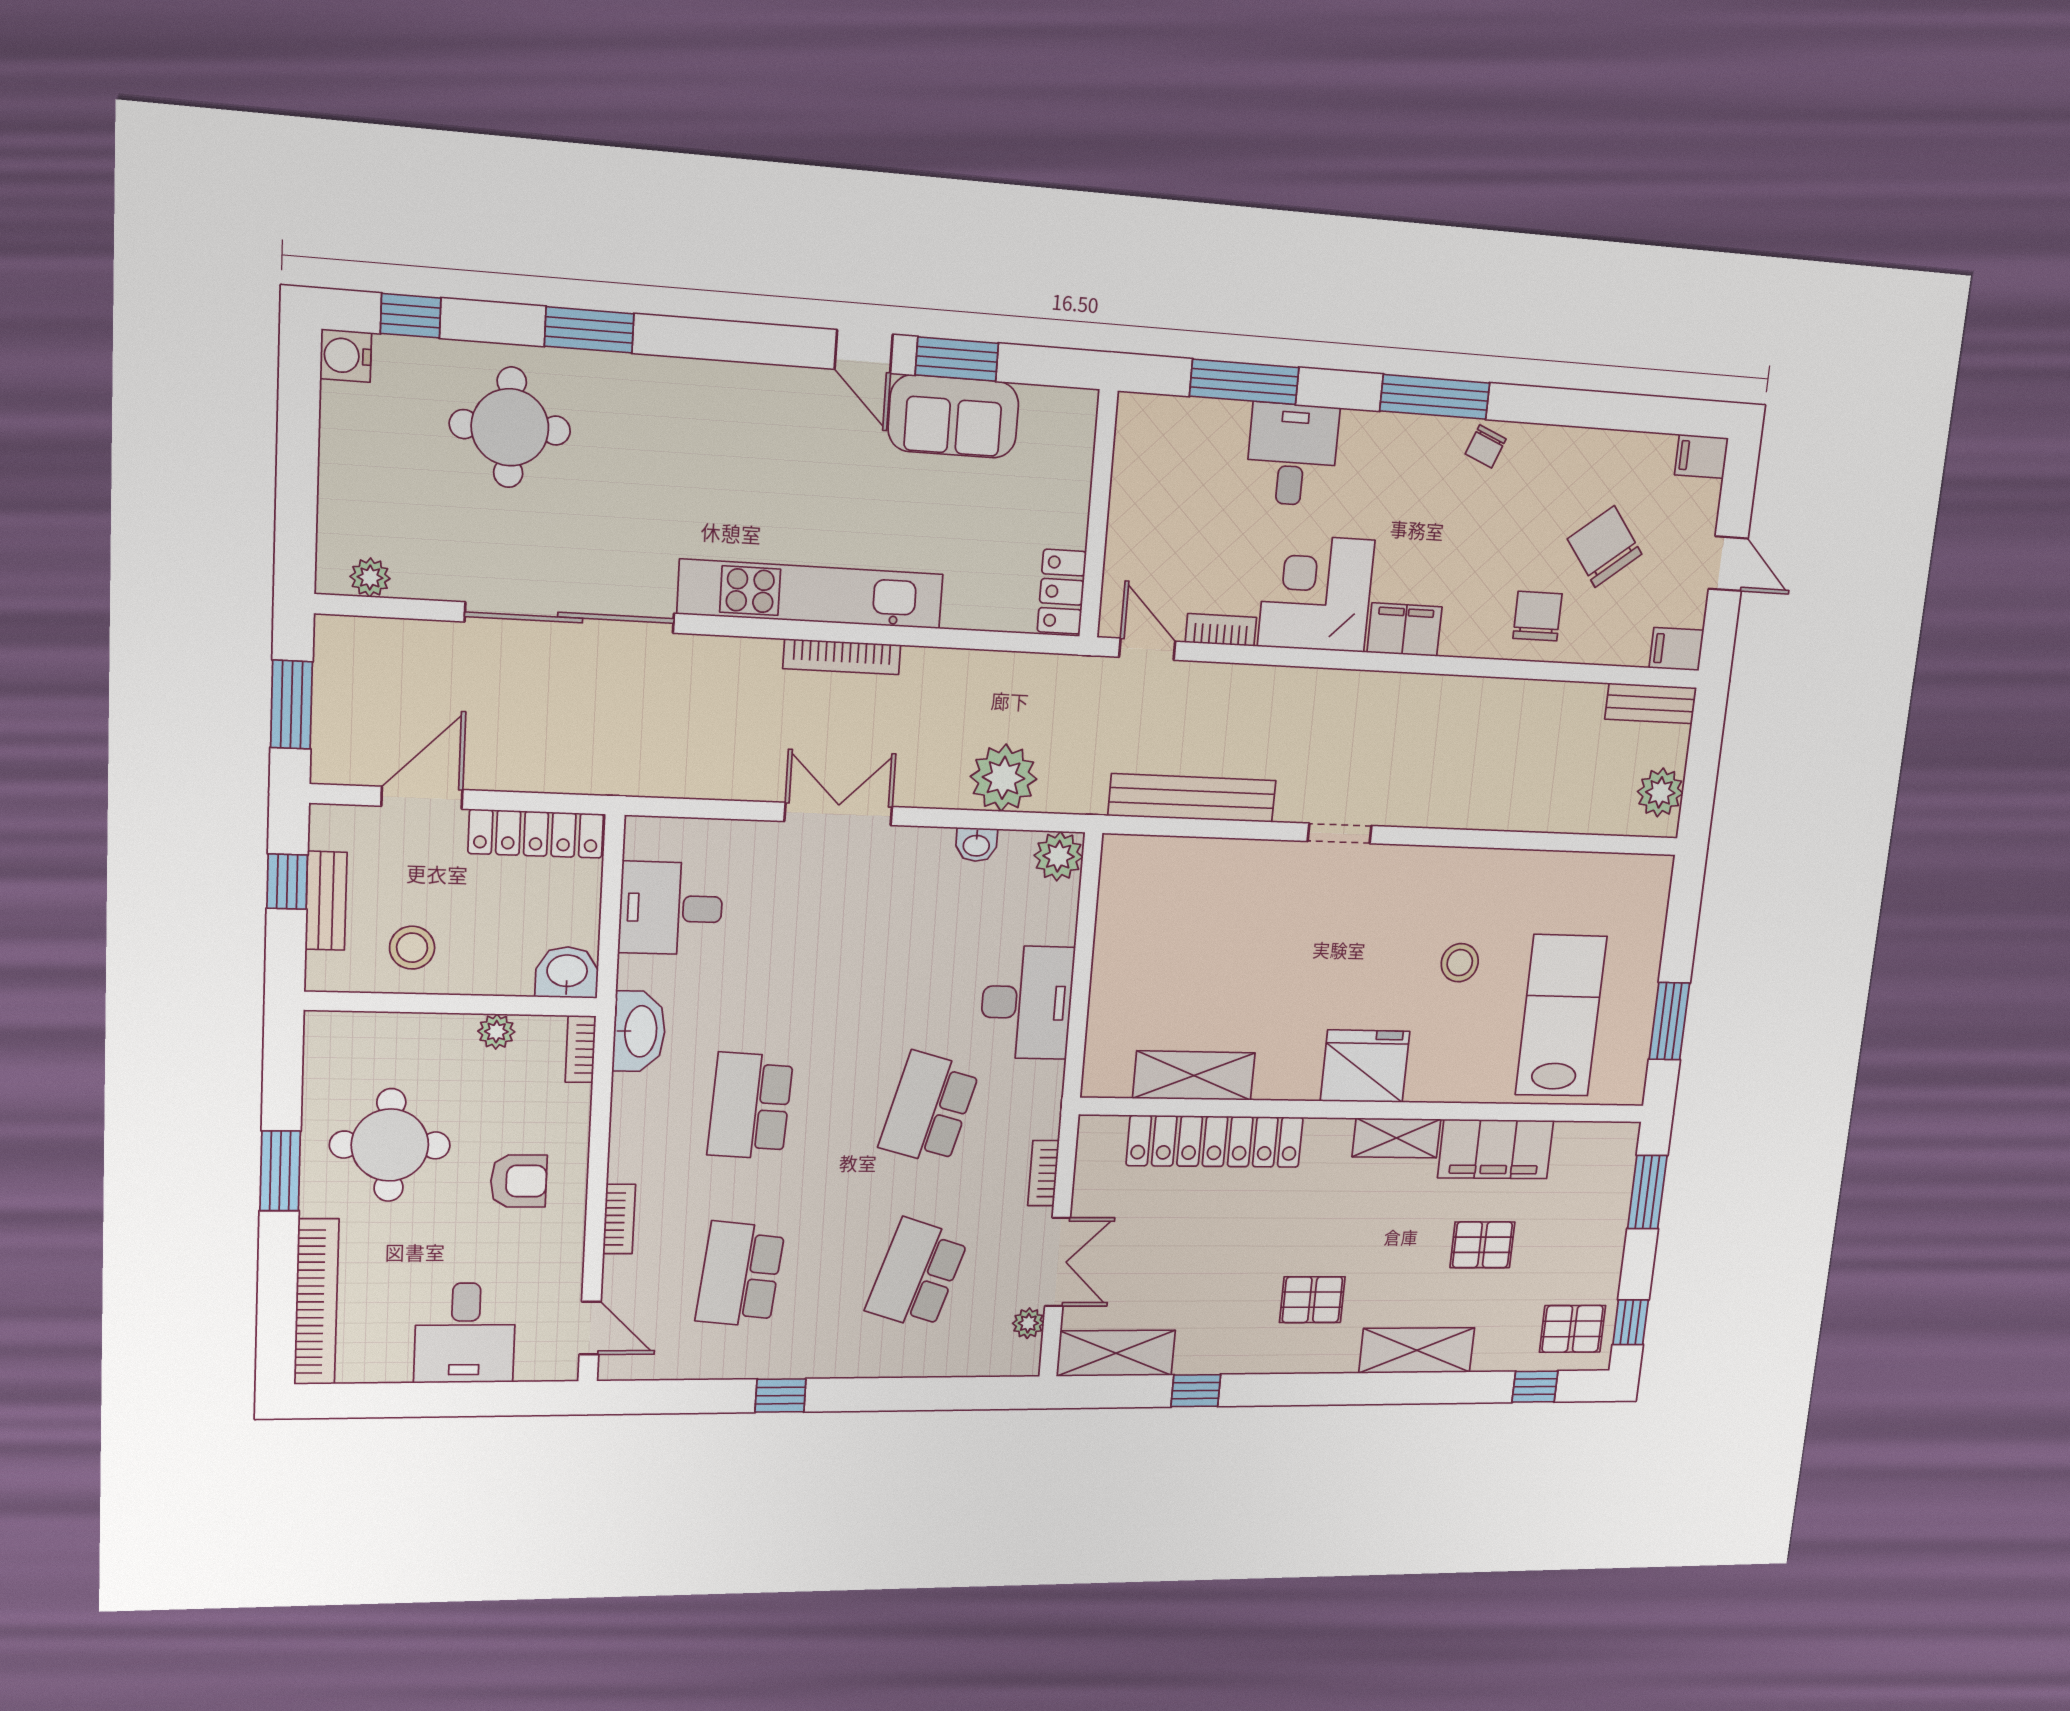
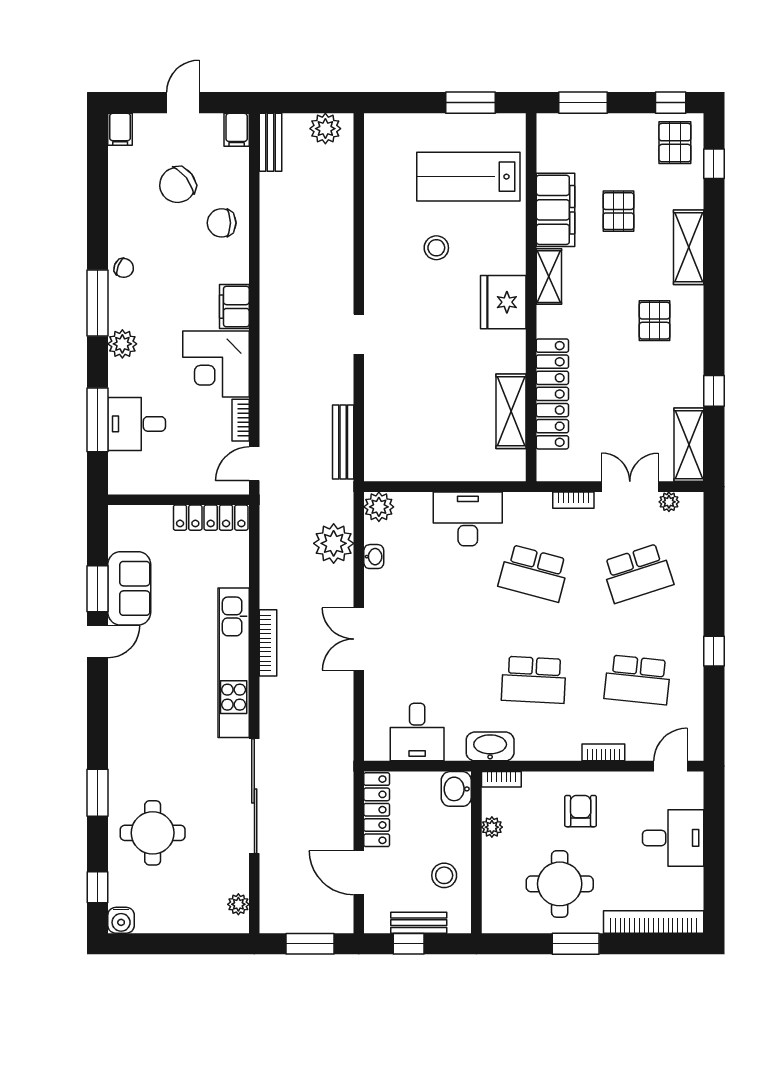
plant: (1365, 435) -> (122, 344), added
desk: (1292, 454) -> (137, 424), moved
locker: (1062, 592) -> (211, 518), width x1.53
bench: (1192, 798) -> (343, 442), width x0.73, depth x0.82
school desk: (917, 1274) -> (637, 573), turned -36

